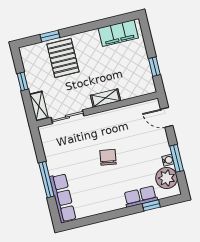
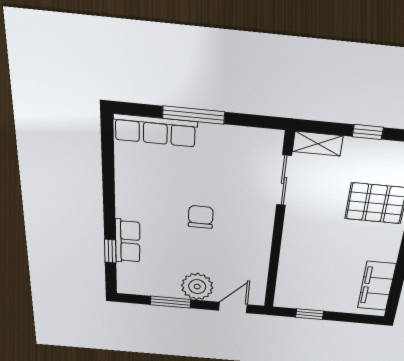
shelving: (106, 98) -> (291, 241), removed
chair: (108, 157) -> (201, 217), turned -99
water cooler: (168, 160) -> (171, 291), removed
plant: (167, 178) -> (197, 287), moved

